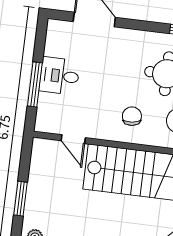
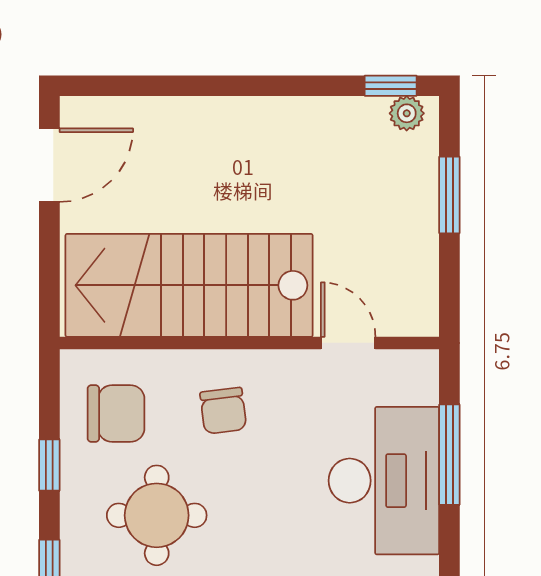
desk: (59, 76) -> (384, 481), width x1.87, depth x1.30

